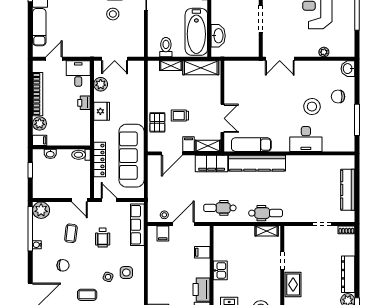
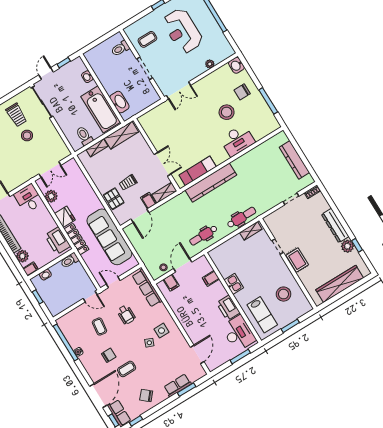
printer: (84, 103) -> (58, 241), moved, width x1.87, depth x1.48
locker: (100, 159) -> (76, 239), moved
filing cabinet: (212, 163) -> (176, 205), removed
plant: (41, 210) -> (65, 323), removed
coffee table: (87, 295) -> (127, 369), moved

